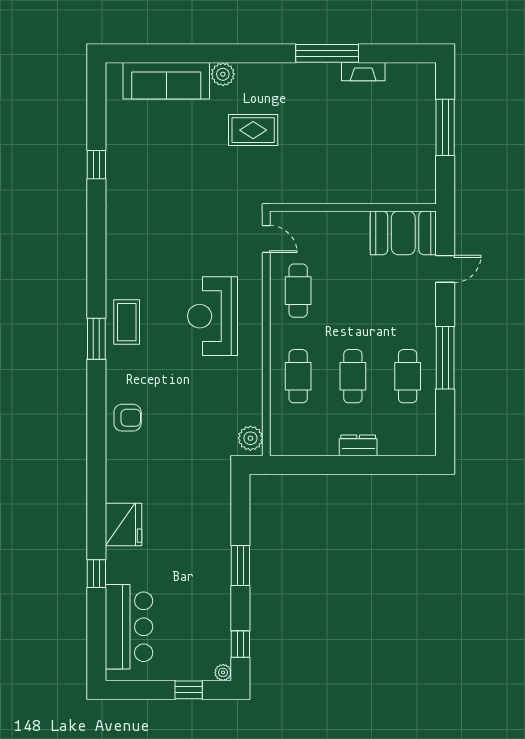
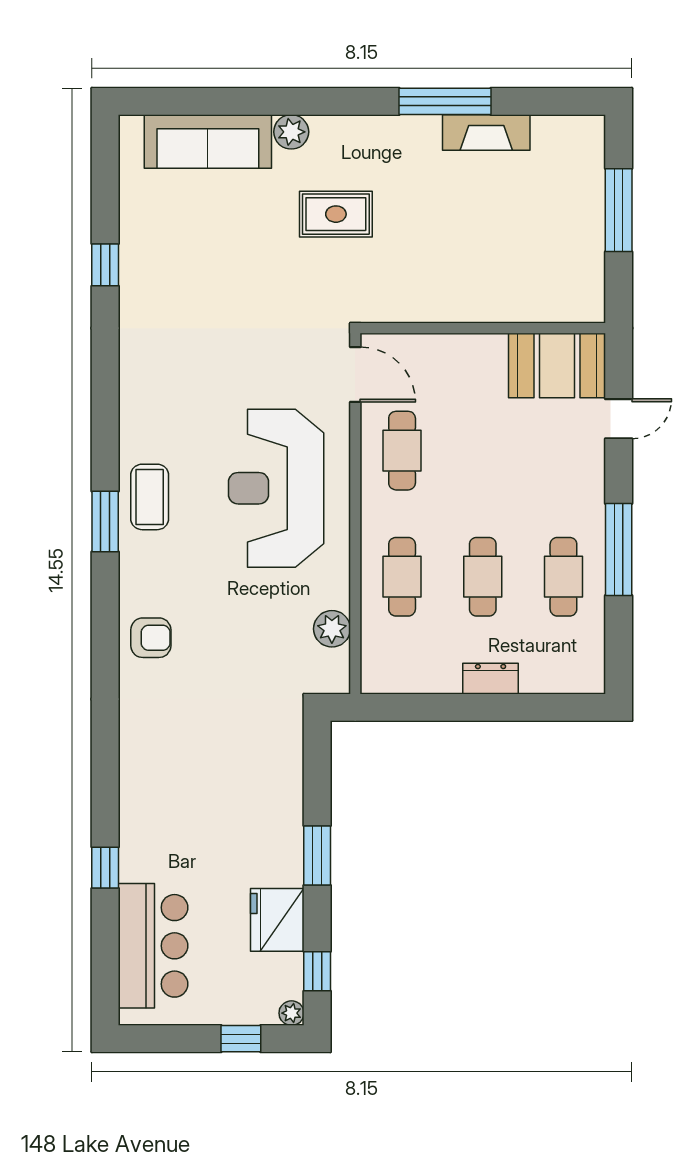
fireplace: (363, 72) -> (486, 132), width x1.37, depth x1.32
door: (266, 239) -> (355, 374), width x1.38
reception desk: (212, 316) -> (276, 488), width x1.36, depth x1.30
plant: (250, 438) -> (332, 629), moved
fridge: (124, 525) -> (277, 920), moved, turned 180

